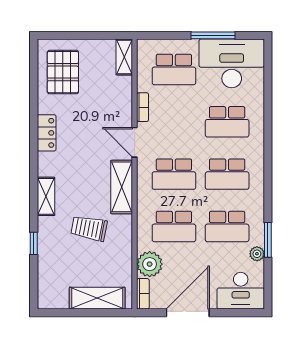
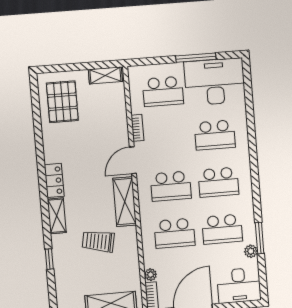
shelving: (124, 57) -> (105, 75), moved, turned 90
locker: (47, 133) -> (54, 180), moved
door: (135, 142) -> (133, 160), hinge flipped
plant: (150, 264) -> (151, 275), width x0.53, depth x0.53

